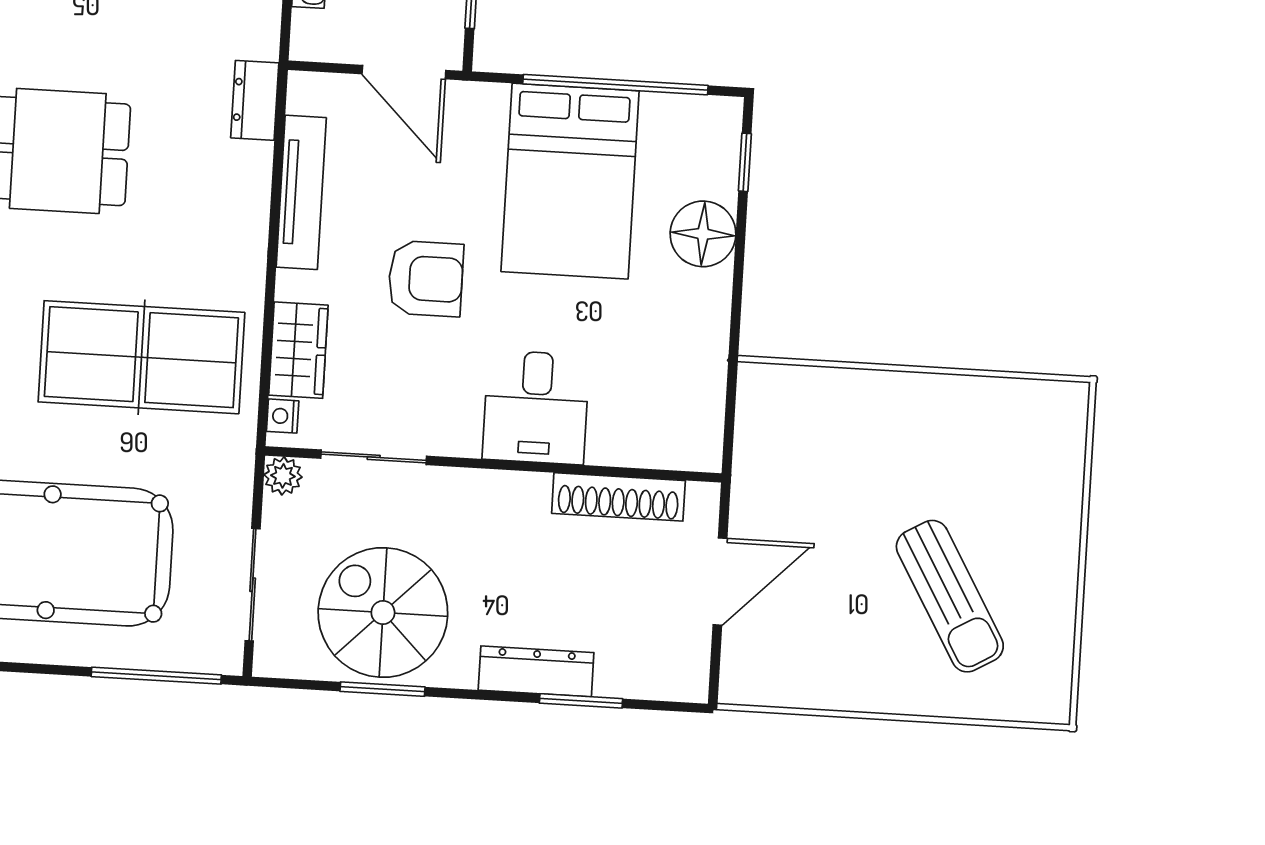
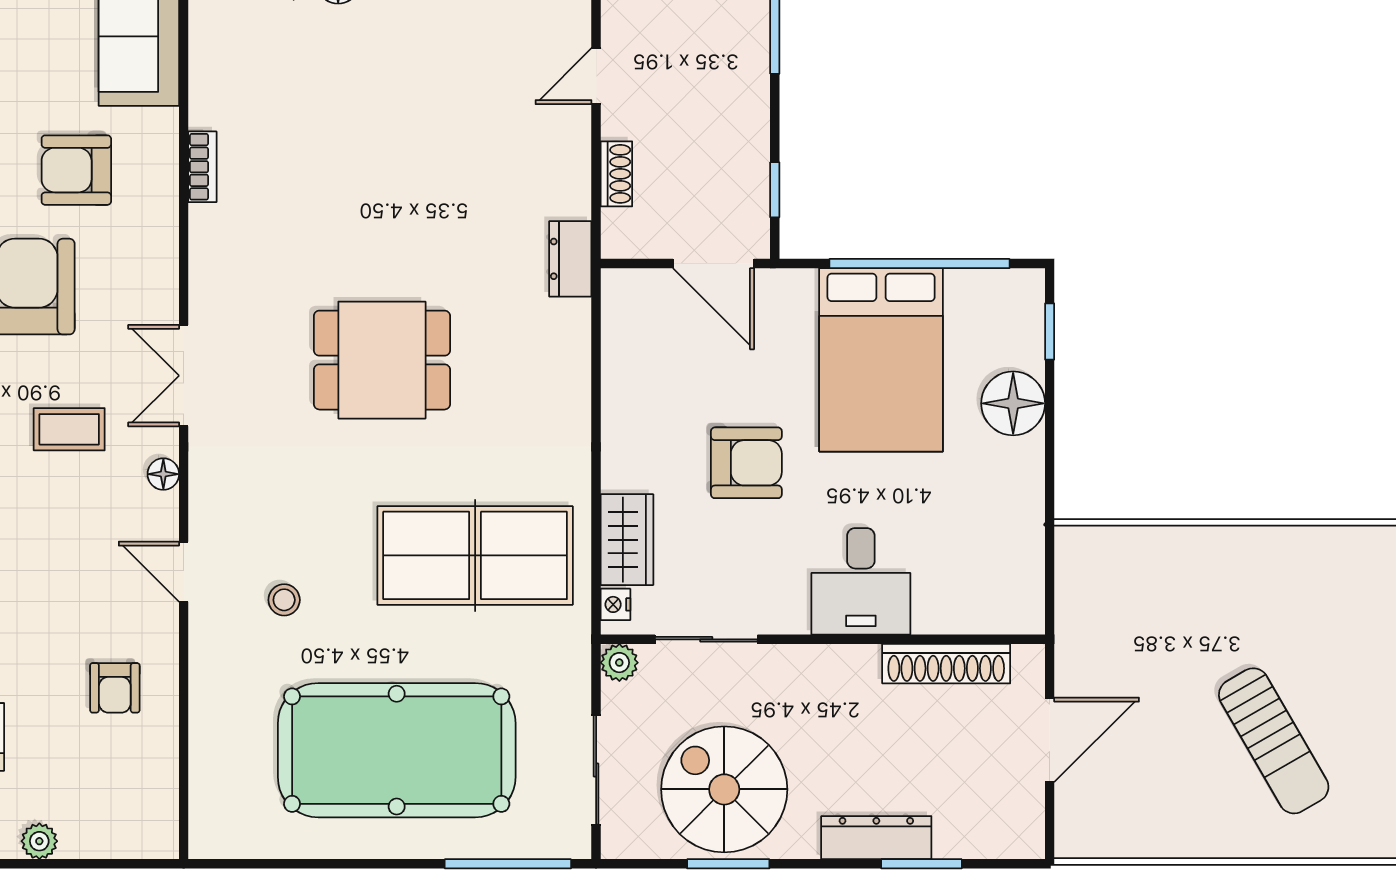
dresser: (255, 100) -> (570, 259), moved
tv unit: (301, 192) -> (621, 386), removed

